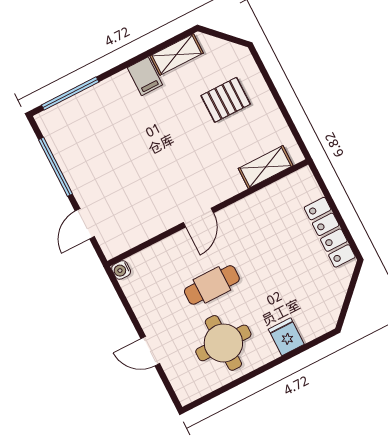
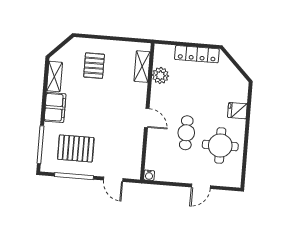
filing cabinet: (145, 76) -> (55, 107), width x2.00
pallet: (95, 146) -> (76, 148), added
plant: (269, 200) -> (160, 75), added

